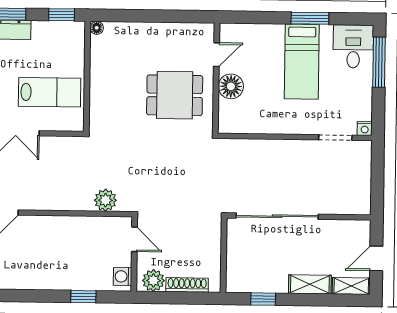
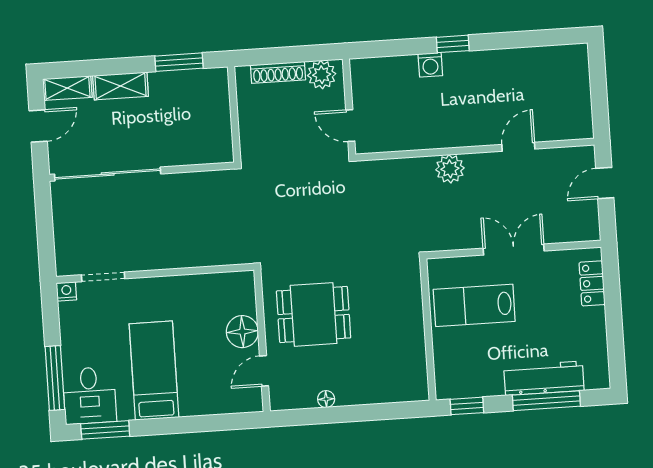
window: (310, 18) -> (105, 430), moved
floor lamp: (97, 28) -> (326, 399), moved
plant: (105, 200) -> (450, 169), moved
sliding door: (277, 216) -> (108, 174), moved
washing machine: (122, 276) -> (430, 65), moved, turned 90
window: (83, 297) -> (453, 44), moved
window: (263, 299) -> (179, 62), width x1.50

